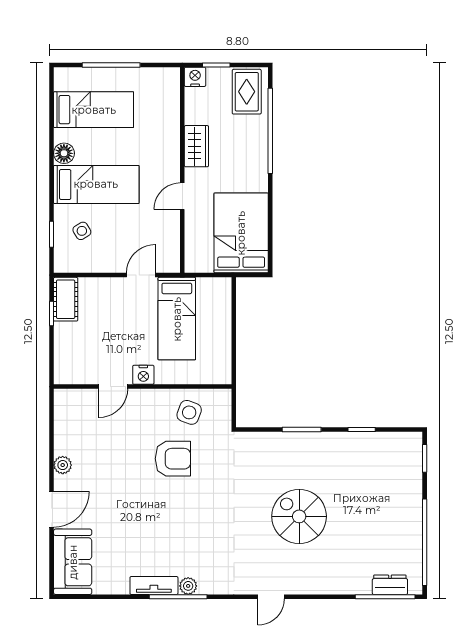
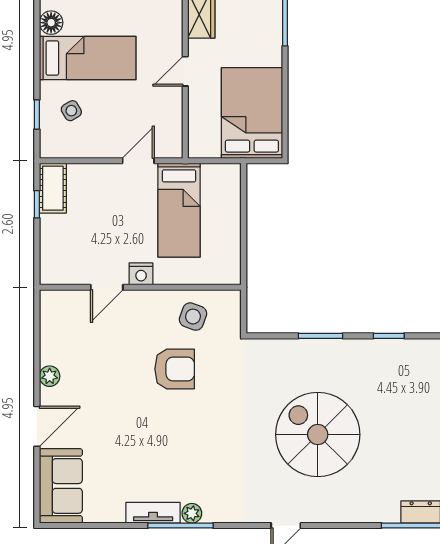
spiral stairs: (299, 516) -> (318, 435), width x1.37, depth x1.37

